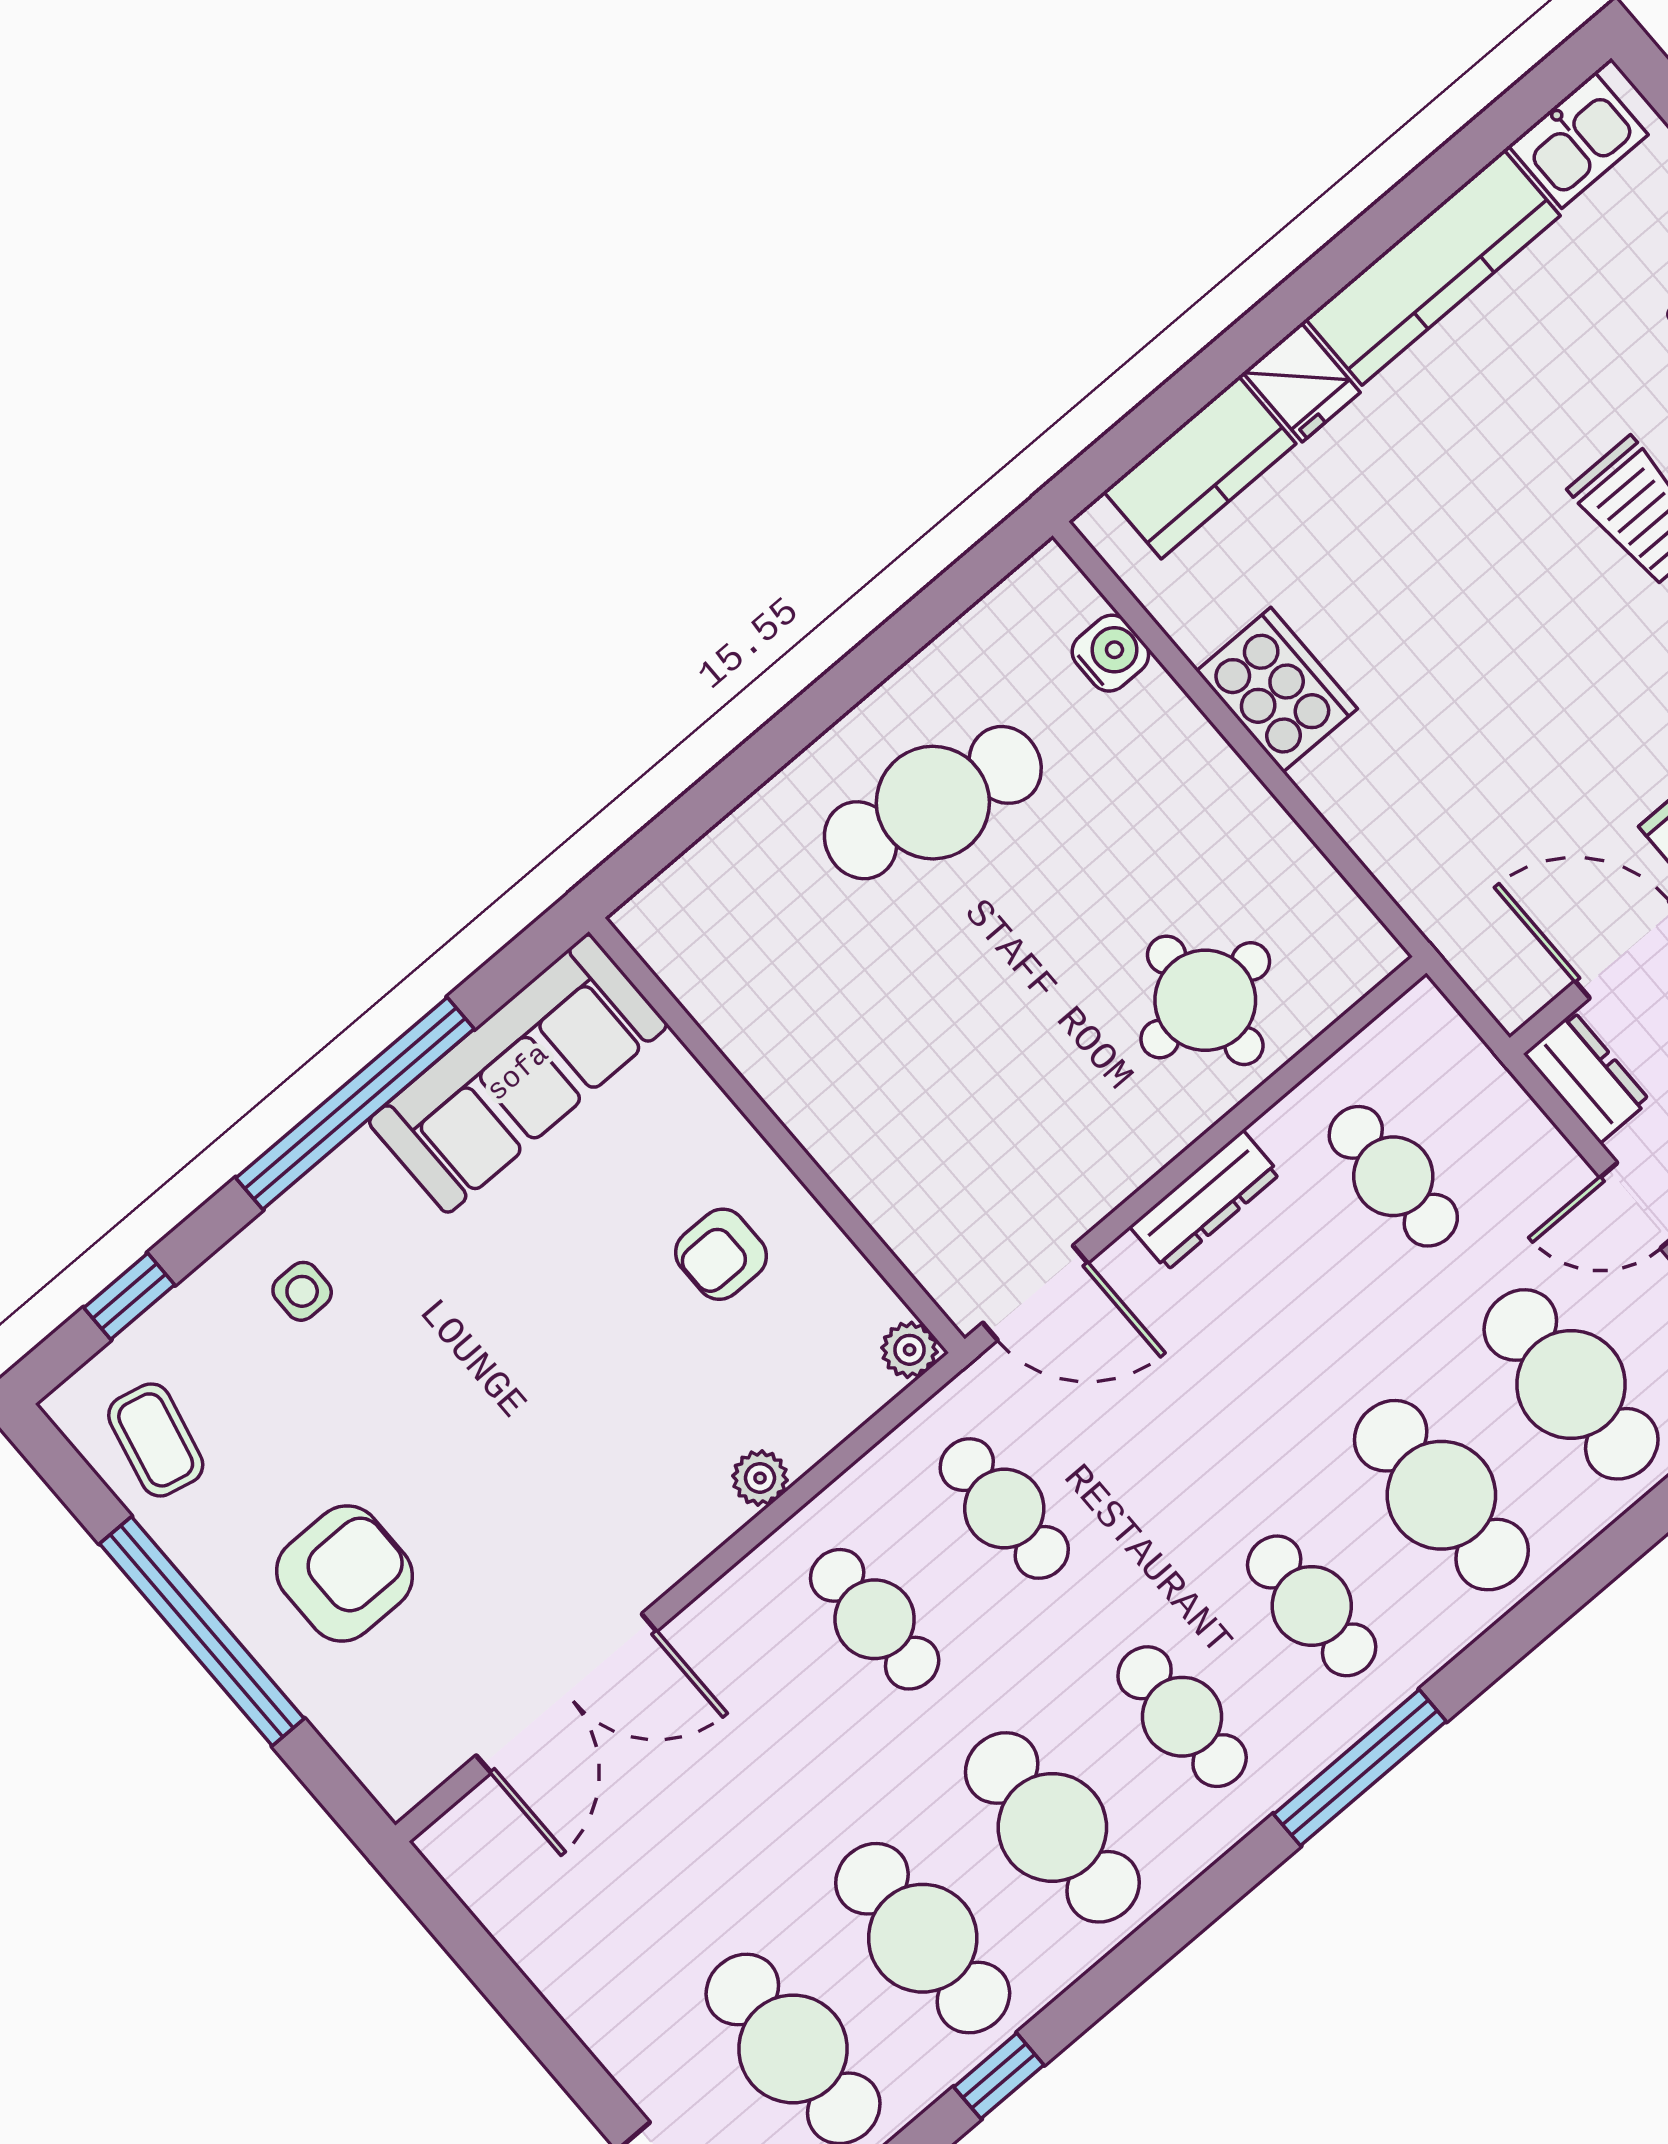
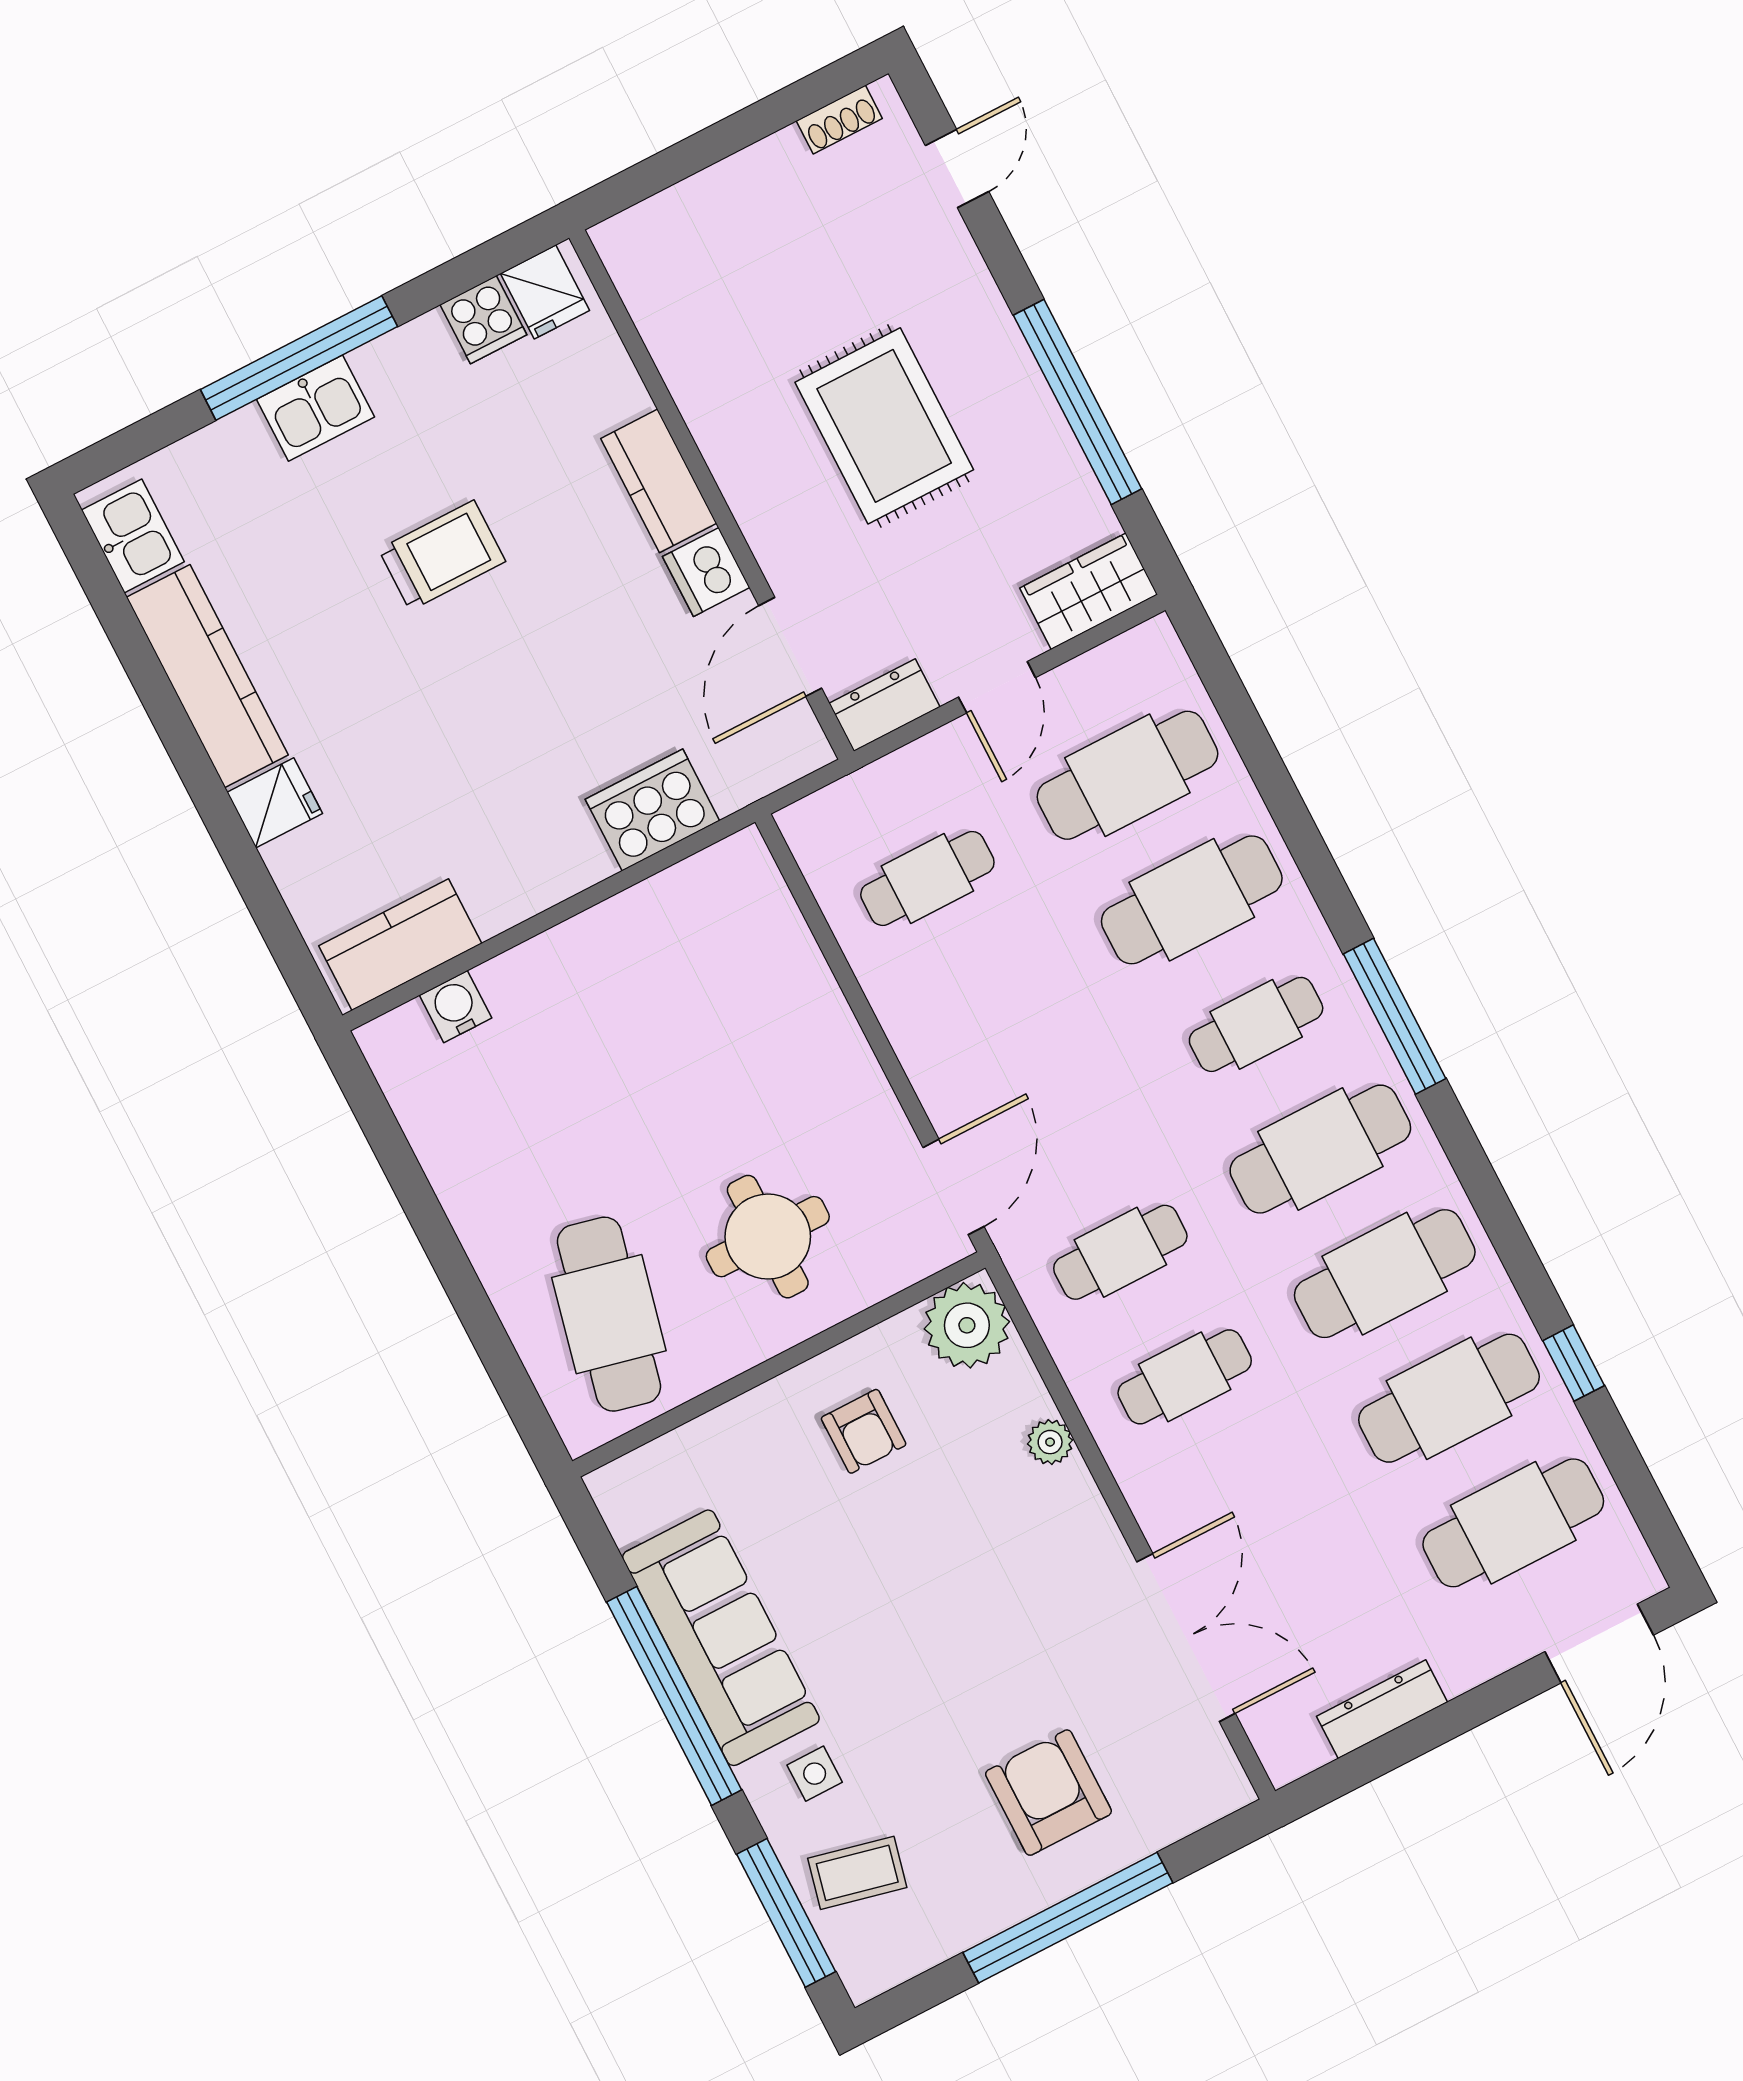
kitchen counter: (1200, 468) -> (400, 945), moved, turned -90
cooker: (1277, 690) -> (652, 810), moved
cafe table: (933, 803) -> (609, 1314), moved
round table: (1205, 1000) -> (768, 1237), moved
sofa: (518, 1073) -> (721, 1638), moved
dresser: (1205, 1200) -> (1382, 1709), moved, turned -90
window: (129, 1296) -> (786, 1913), width x2.17
plant: (910, 1350) -> (967, 1325), width x1.88, depth x1.88
coffee table: (156, 1440) -> (857, 1873), moved
cafe table: (1182, 1717) -> (1320, 1149), width x1.37, depth x1.35

